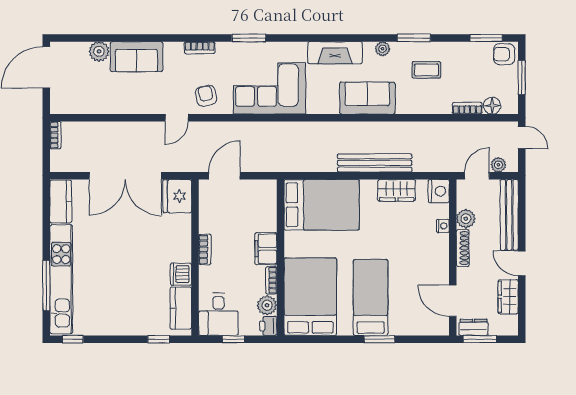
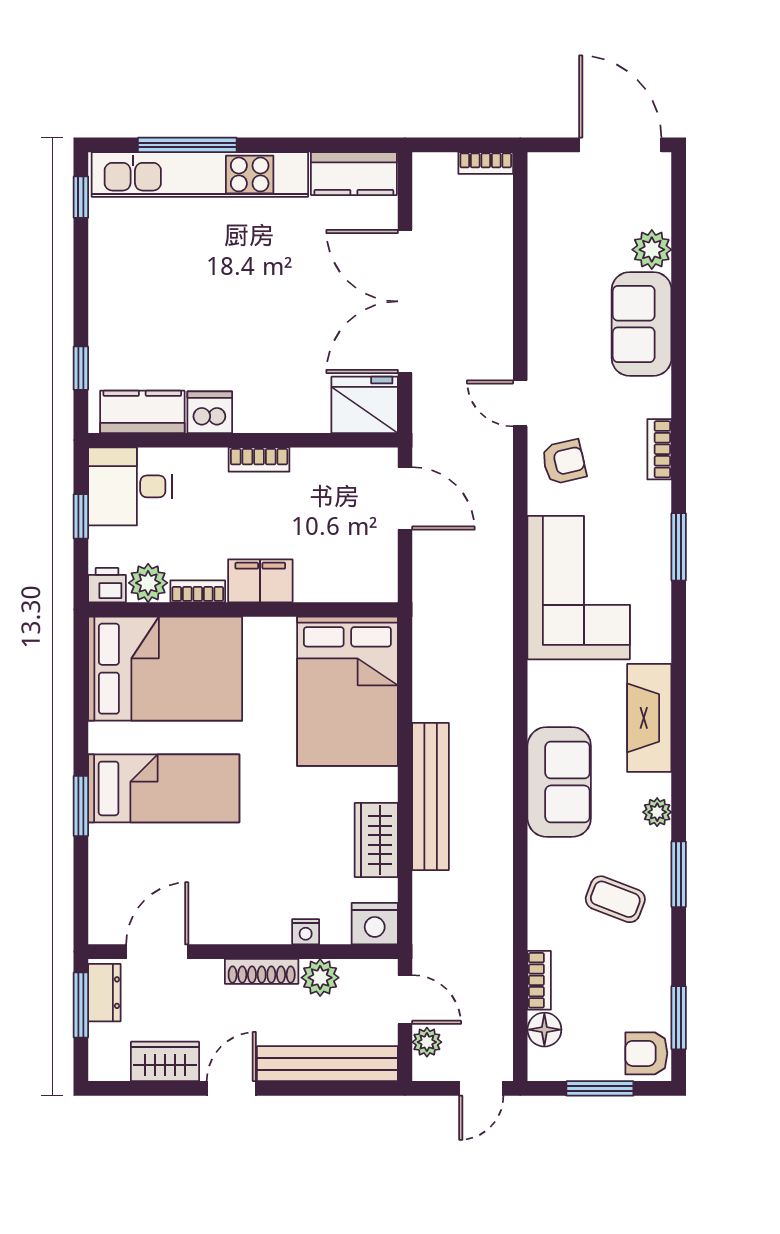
armchair: (504, 54) -> (646, 1053), turned -90
coffee table: (426, 70) -> (615, 899), turned -69

